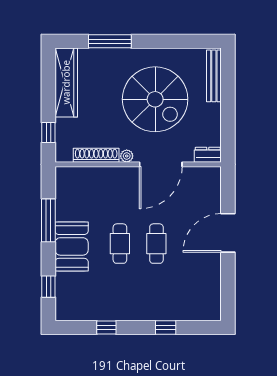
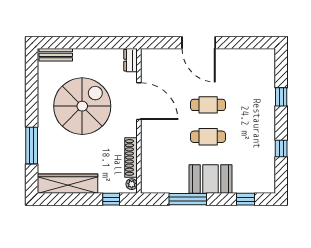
bench: (214, 76) -> (56, 55), width x0.73
plant: (127, 156) -> (132, 184), moved

